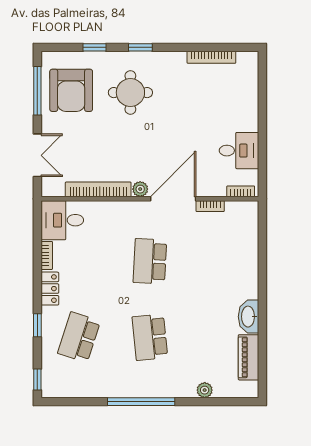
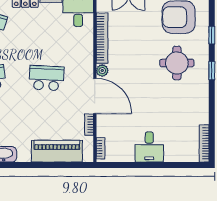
bookcase: (211, 57) -> (204, 143), moved
desk: (239, 151) -> (149, 147), moved
piano: (244, 248) -> (57, 151), added

